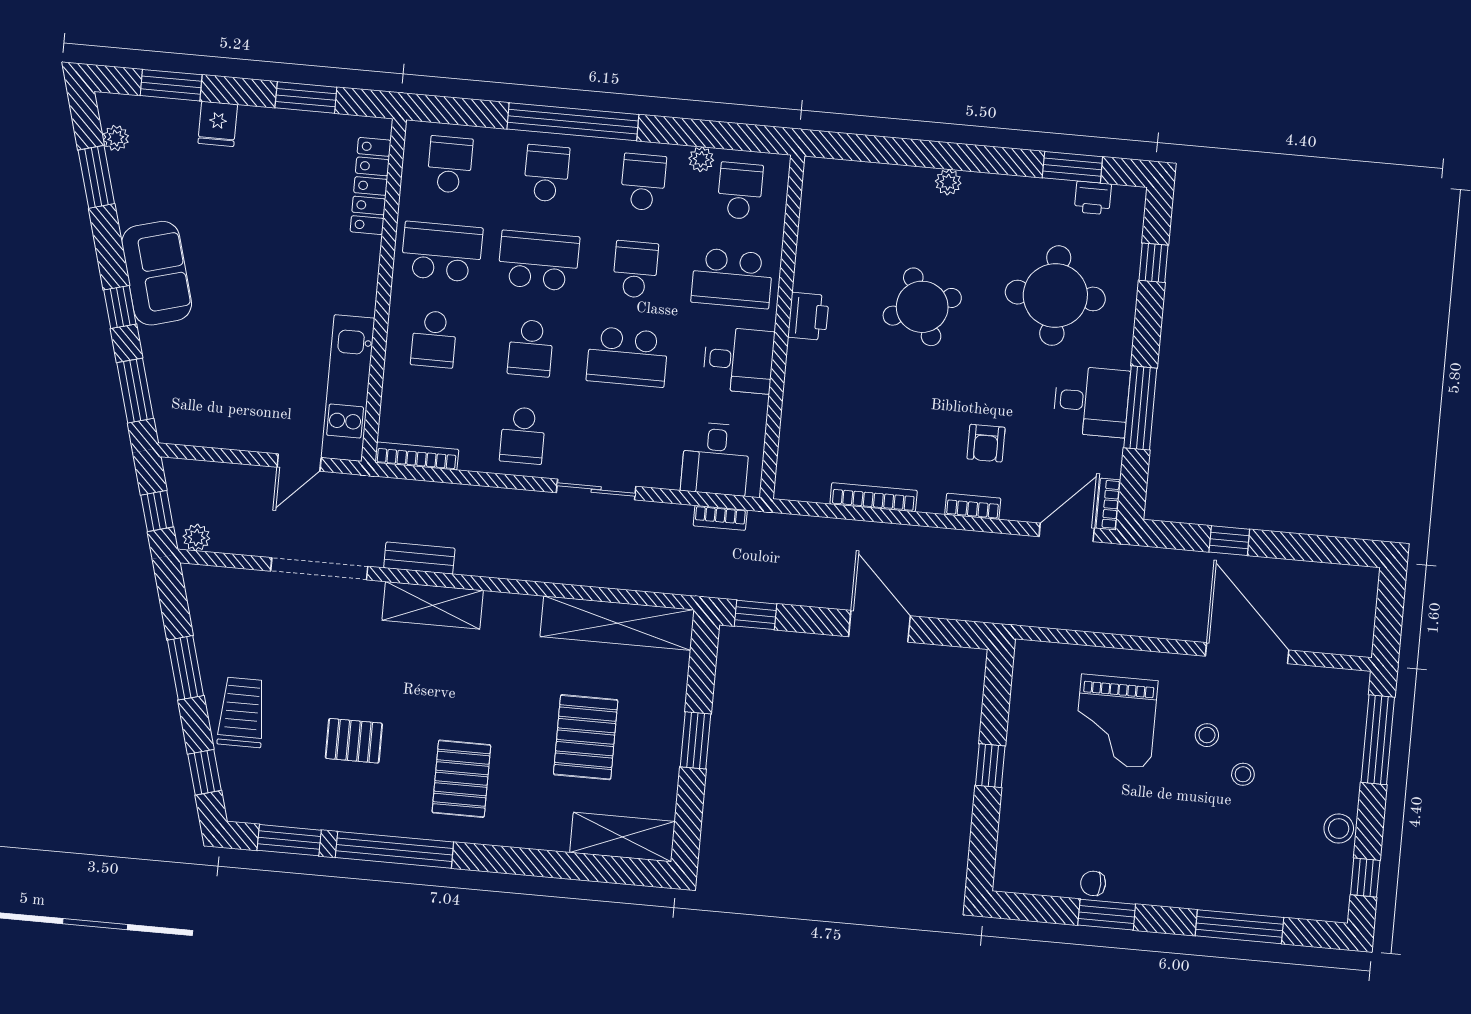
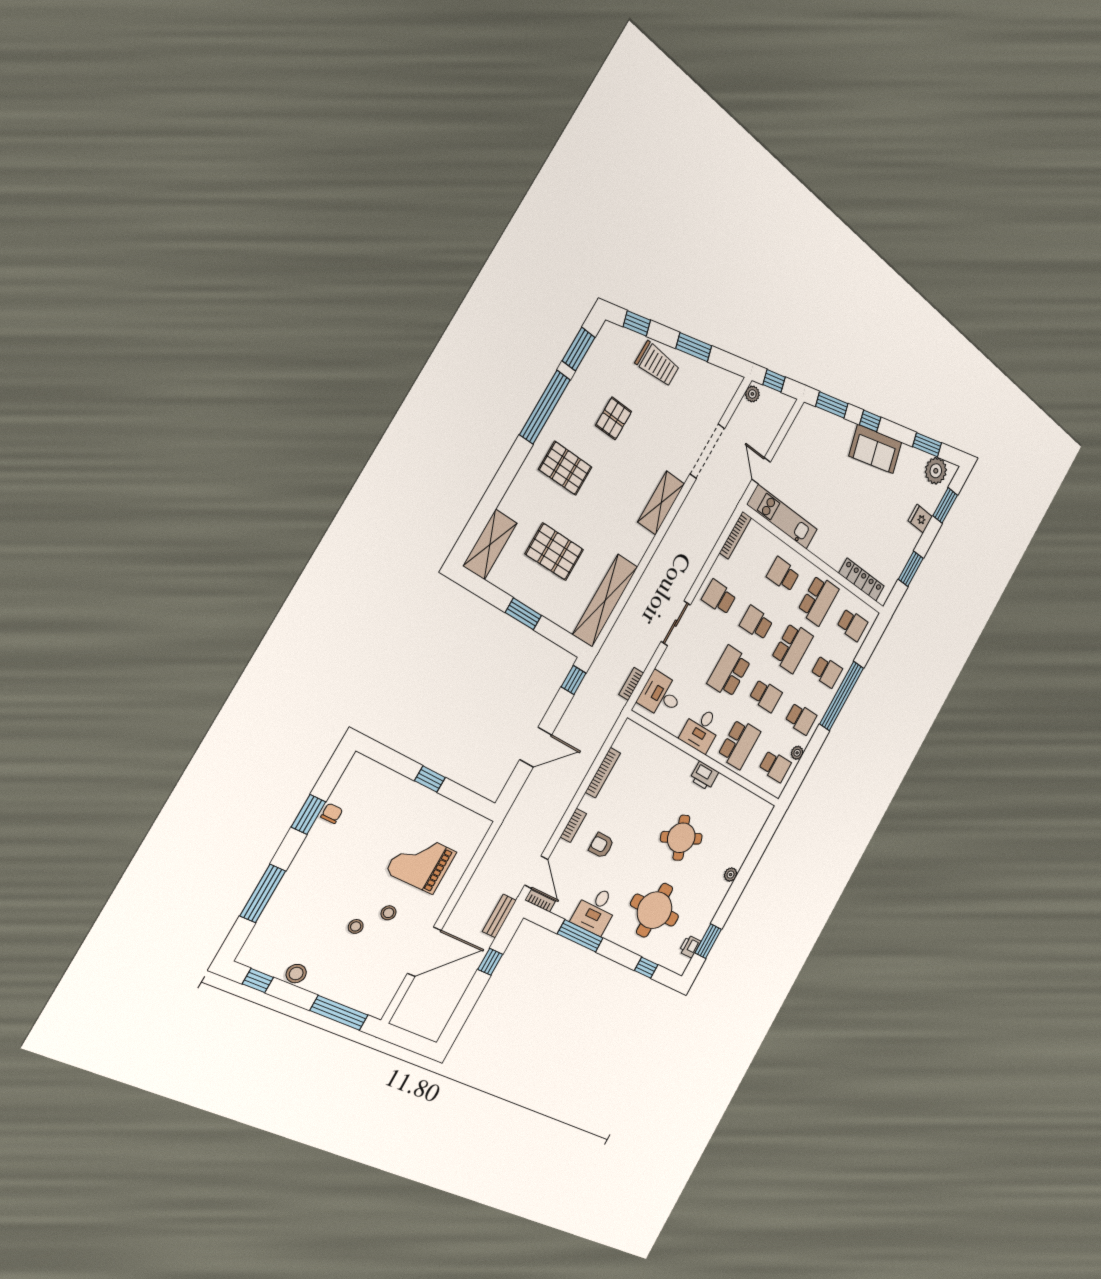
plant: (116, 138) -> (936, 471), width x1.88, depth x1.88
school desk: (732, 278) -> (739, 744), turned 180
bench: (419, 558) -> (499, 916), moved

